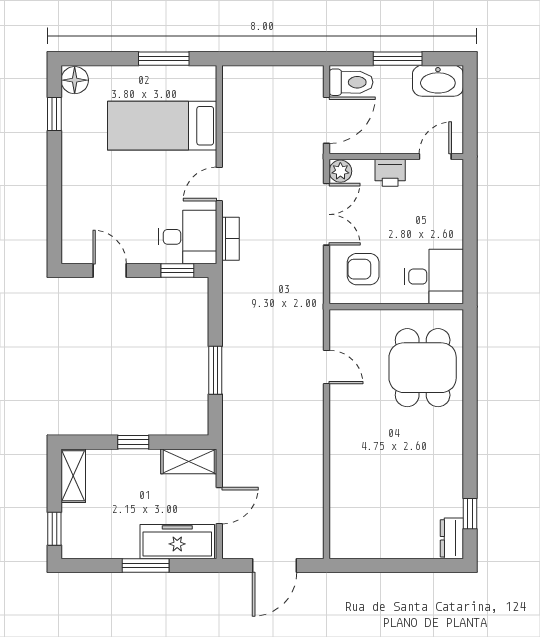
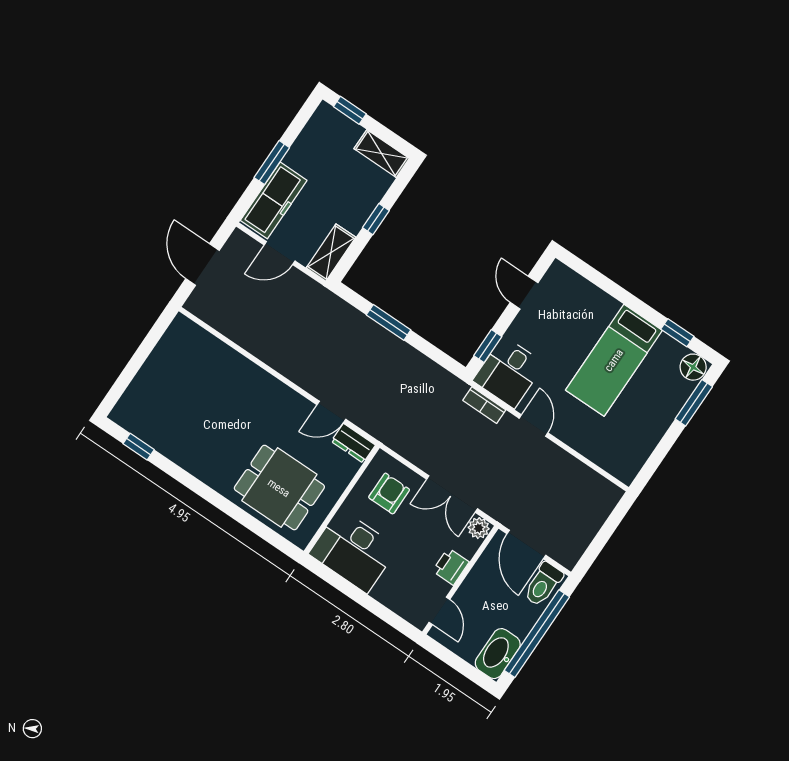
window: (164, 59) -> (694, 403), moved
window: (398, 59) -> (537, 634), width x2.11
bed: (162, 126) -> (614, 360), moved, turned 180
door: (110, 270) -> (524, 293), swing flipped
desk: (434, 277) -> (353, 551), width x1.37
door: (219, 506) -> (280, 253), hinge flipped
dresser: (452, 538) -> (353, 443), moved, turned 180

